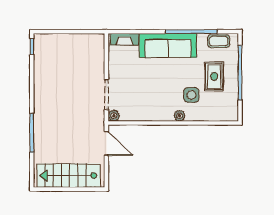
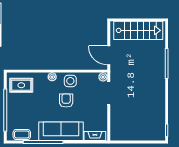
rug: (214, 76) -> (21, 85), moved, turned 90
armchair: (161, 85) -> (66, 100), added
side table: (191, 95) -> (70, 81), moved

